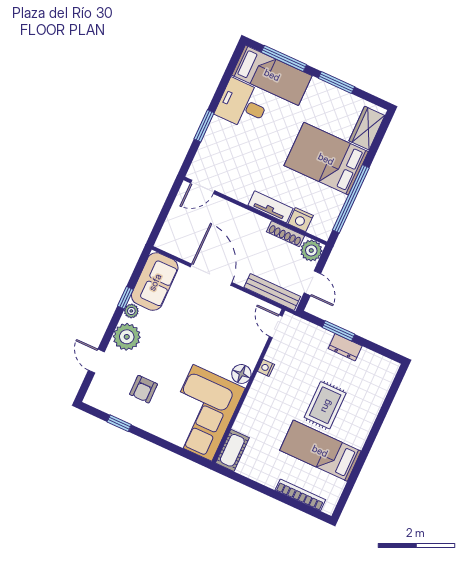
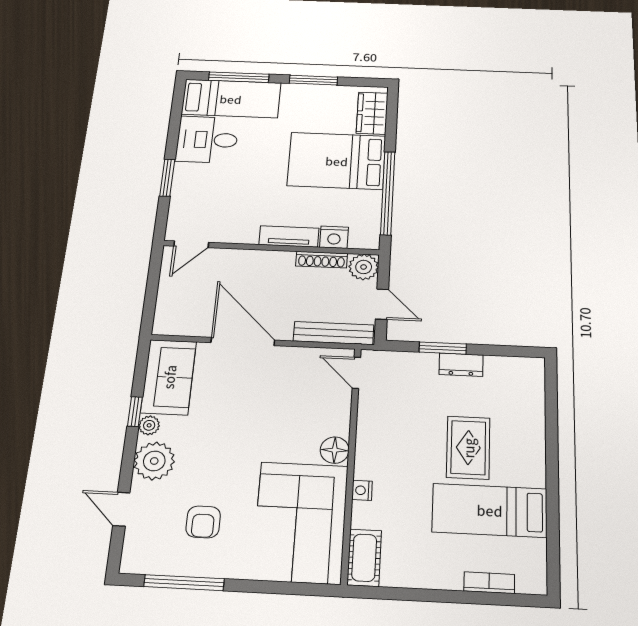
nightstand: (266, 368) -> (362, 490), moved
window: (119, 423) -> (184, 583), width x2.17
bookcase: (300, 495) -> (489, 583), width x0.64

